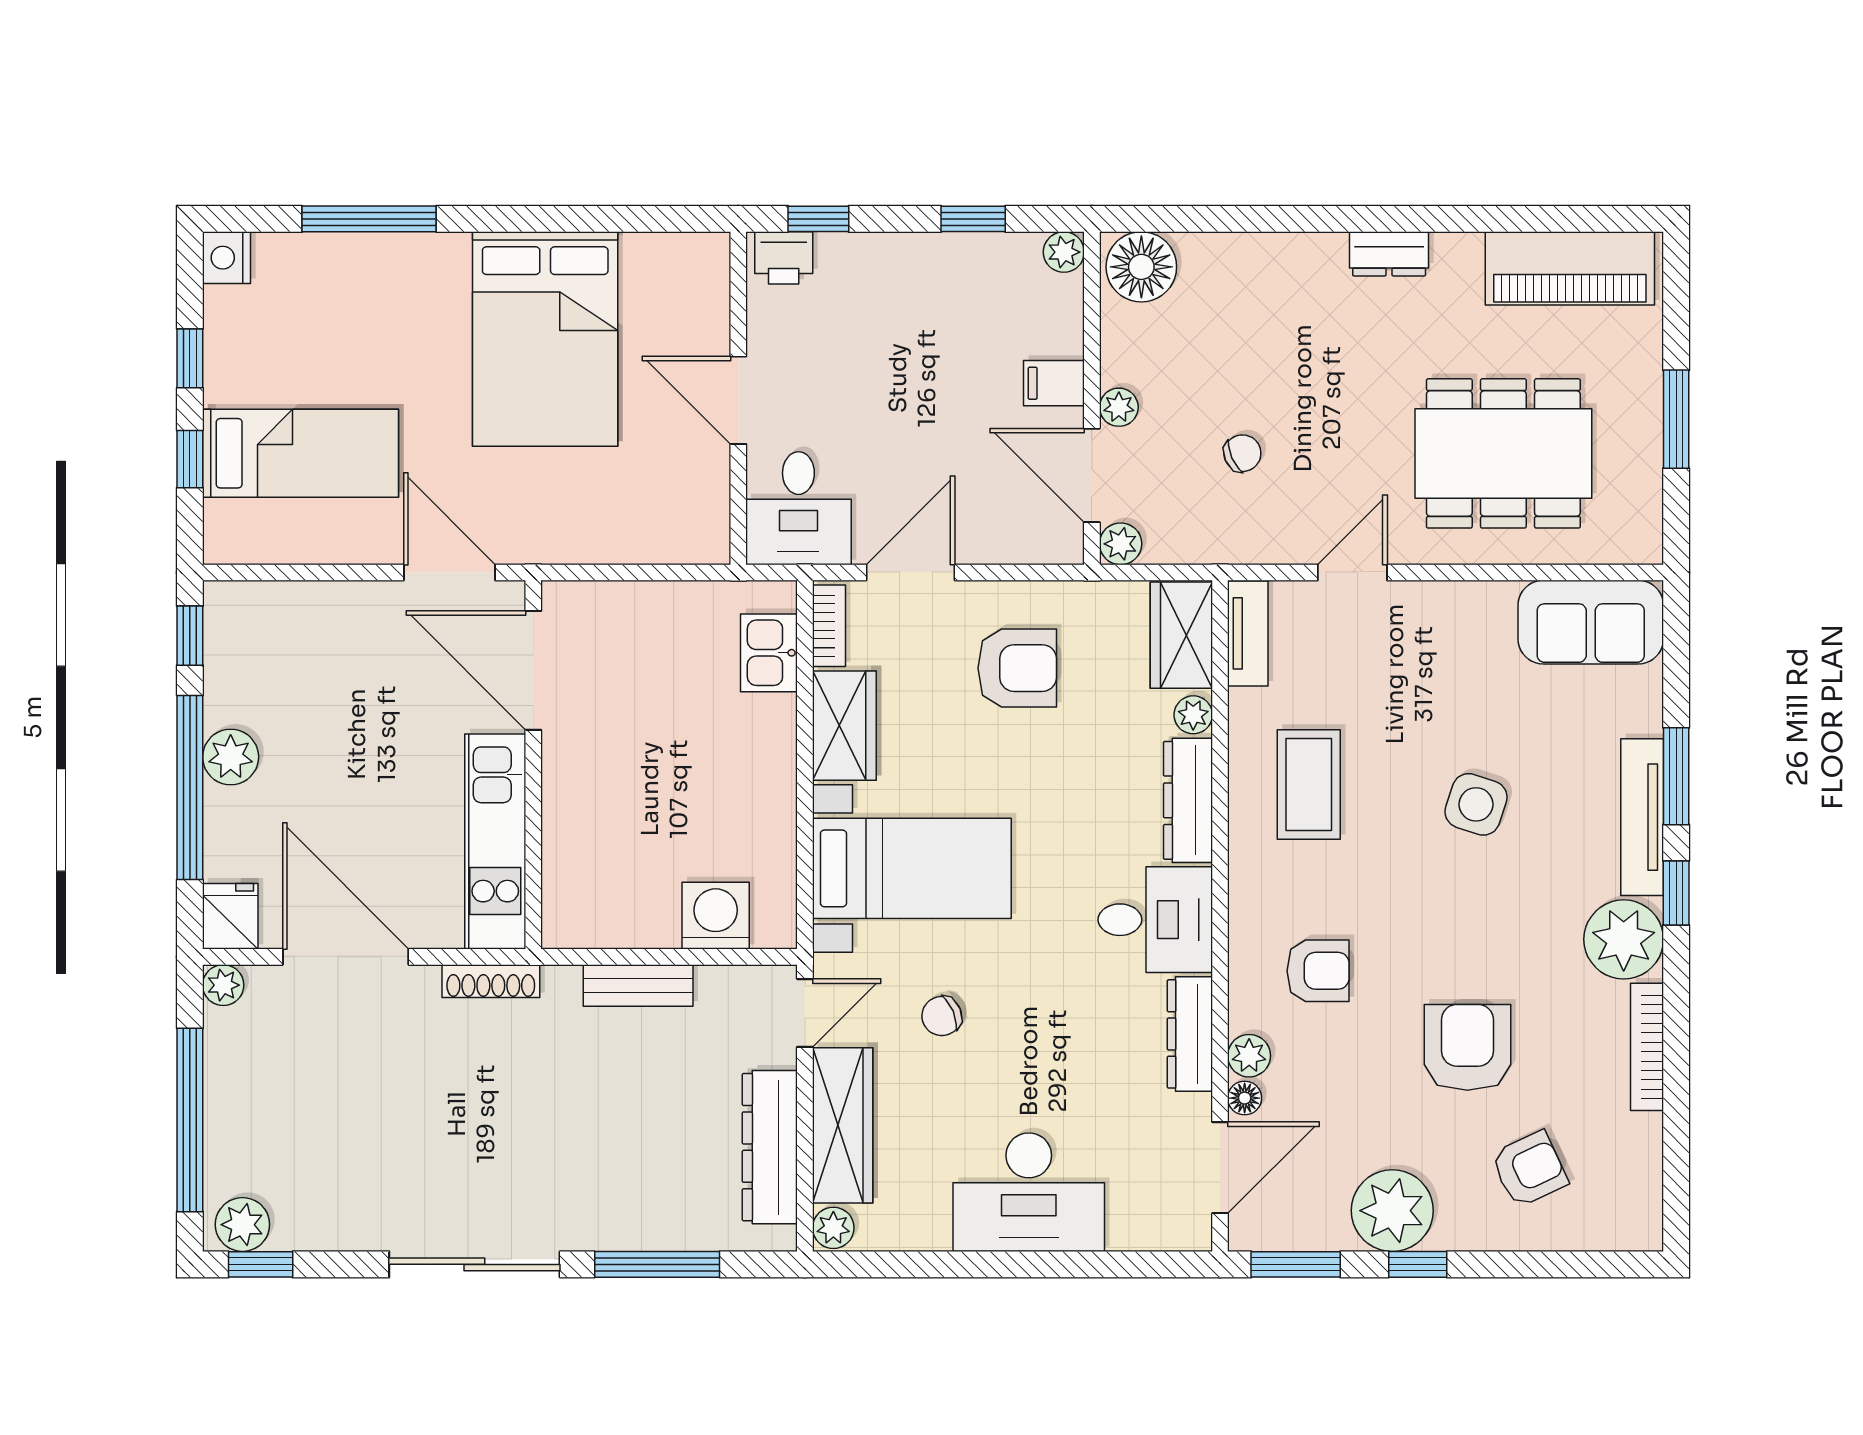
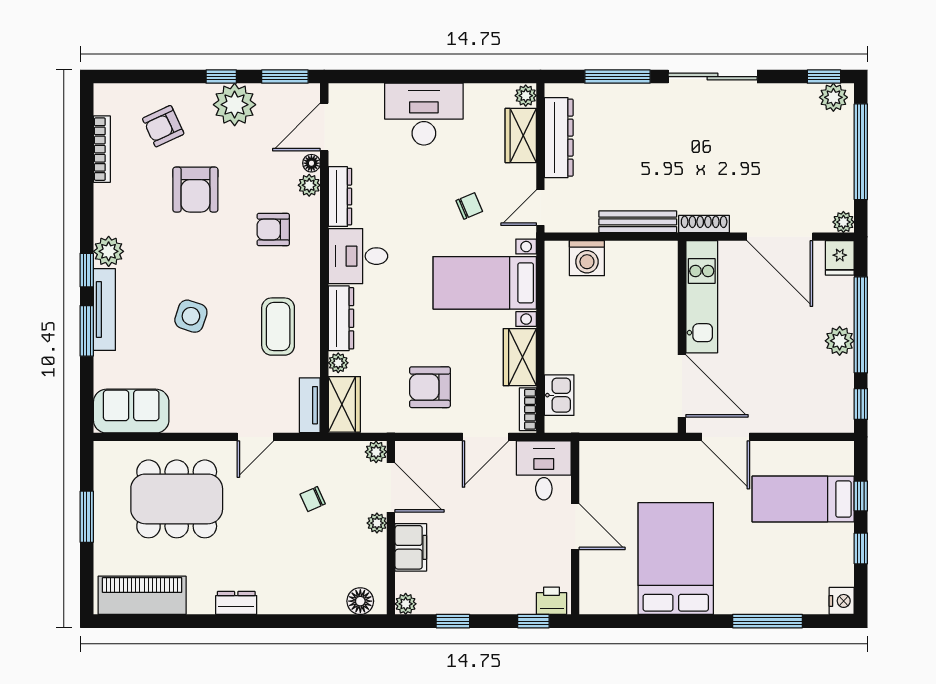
floor lamp: (1141, 267) -> (360, 601), width x0.73, depth x0.73
filing cabinet: (1054, 383) -> (411, 547), width x2.00
plant: (1624, 939) -> (109, 251), width x0.73, depth x0.73
bench: (638, 985) -> (638, 222), width x1.36
bookcase: (1647, 1047) -> (102, 149), moved
wardrobe: (843, 1125) -> (521, 136), width x0.67

